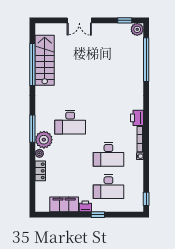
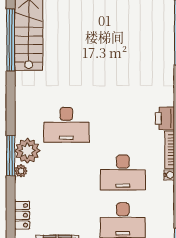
window: (32, 129) -> (11, 156), moved
locker: (40, 171) -> (22, 215), moved

